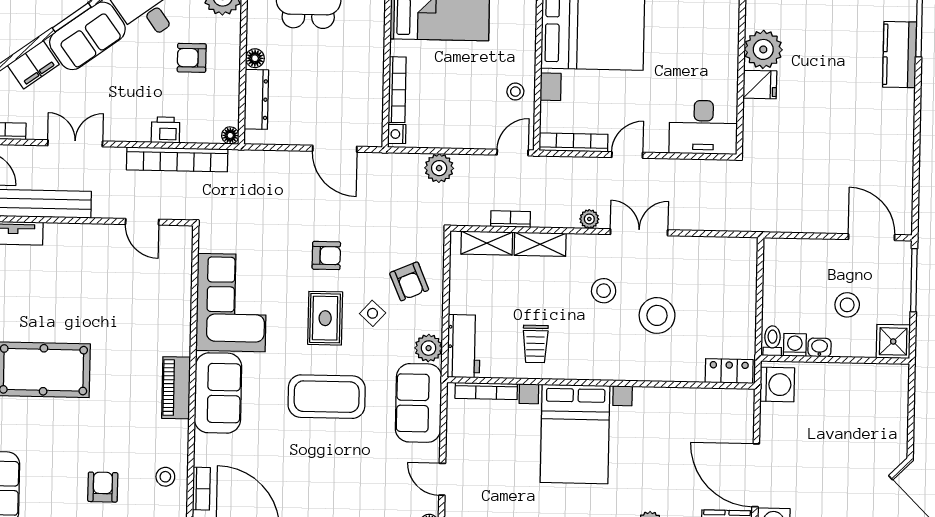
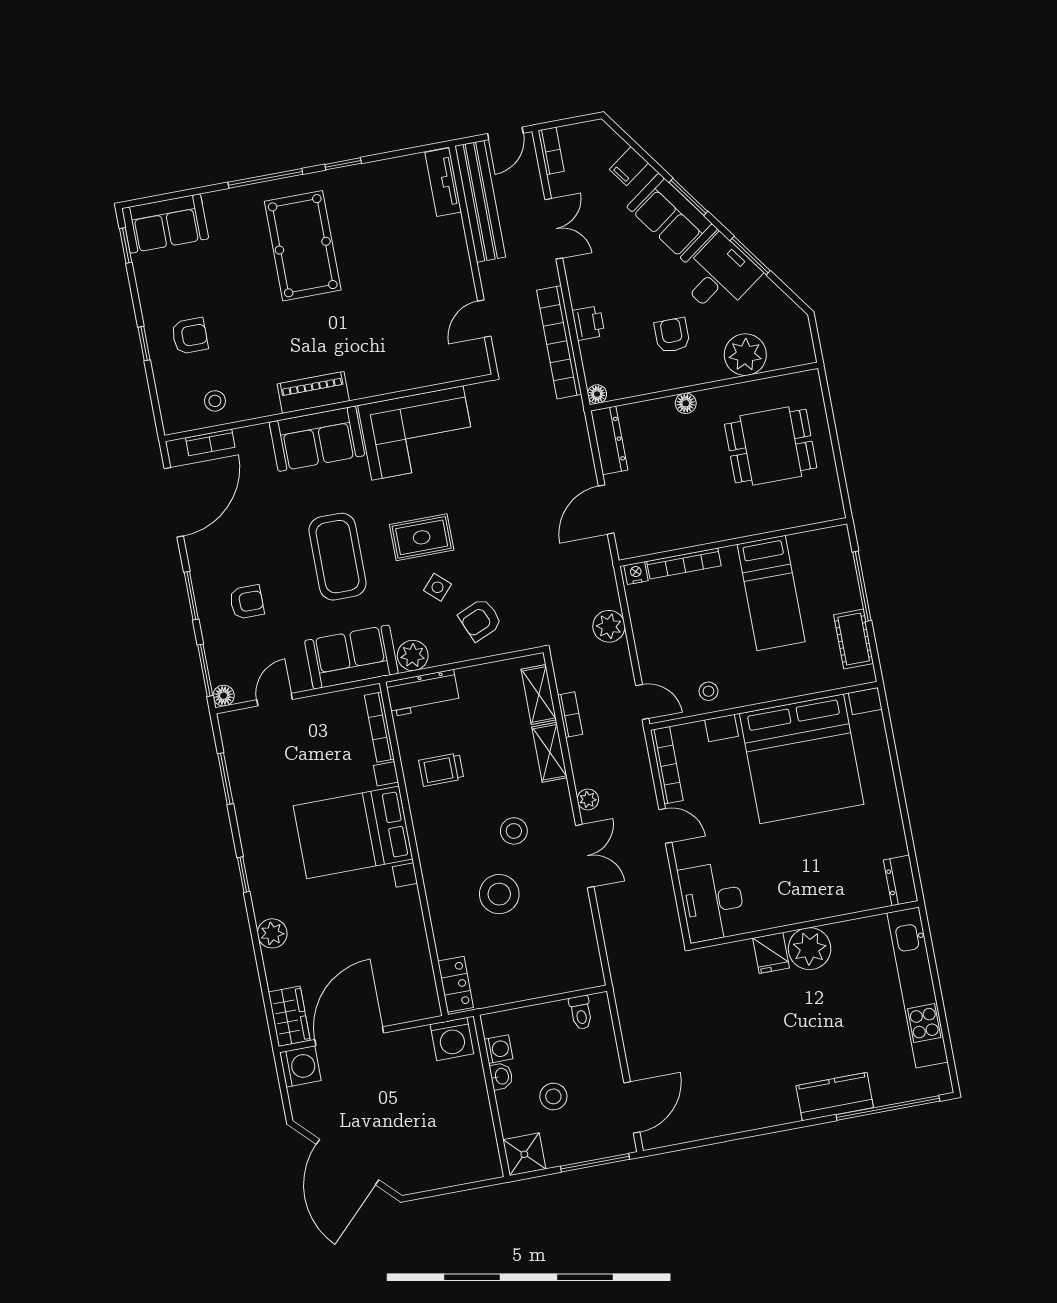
filing cabinet: (33, 65) -> (629, 166), width x0.50
dresser: (256, 99) -> (609, 440), moved, turned -90
armchair: (326, 256) -> (247, 602), moved, turned -90
toilet: (772, 341) -> (581, 1013), moved, turned 90

